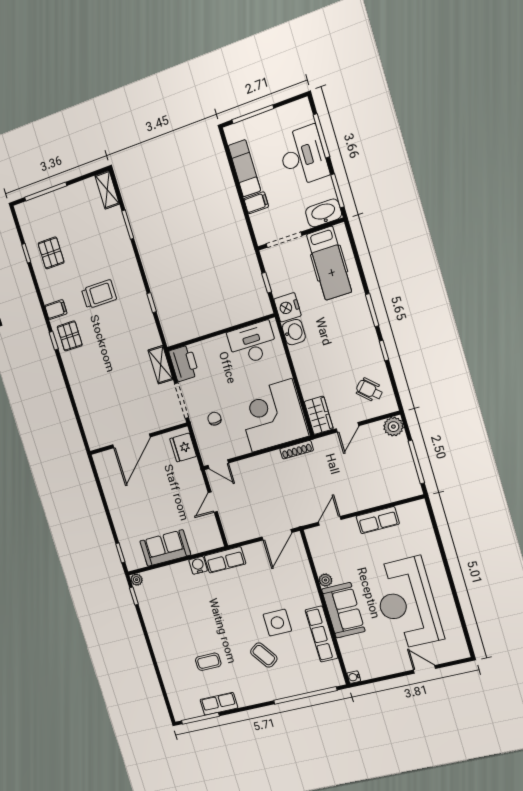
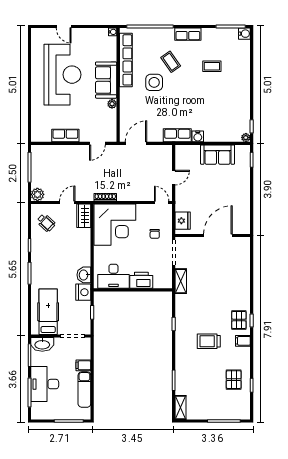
printer: (184, 363) -> (141, 280), moved, turned 90
row of seats: (322, 634) -> (126, 60), width x1.36
row of seats: (219, 704) -> (188, 34), moved
water cooler: (180, 713) -> (244, 34), added

